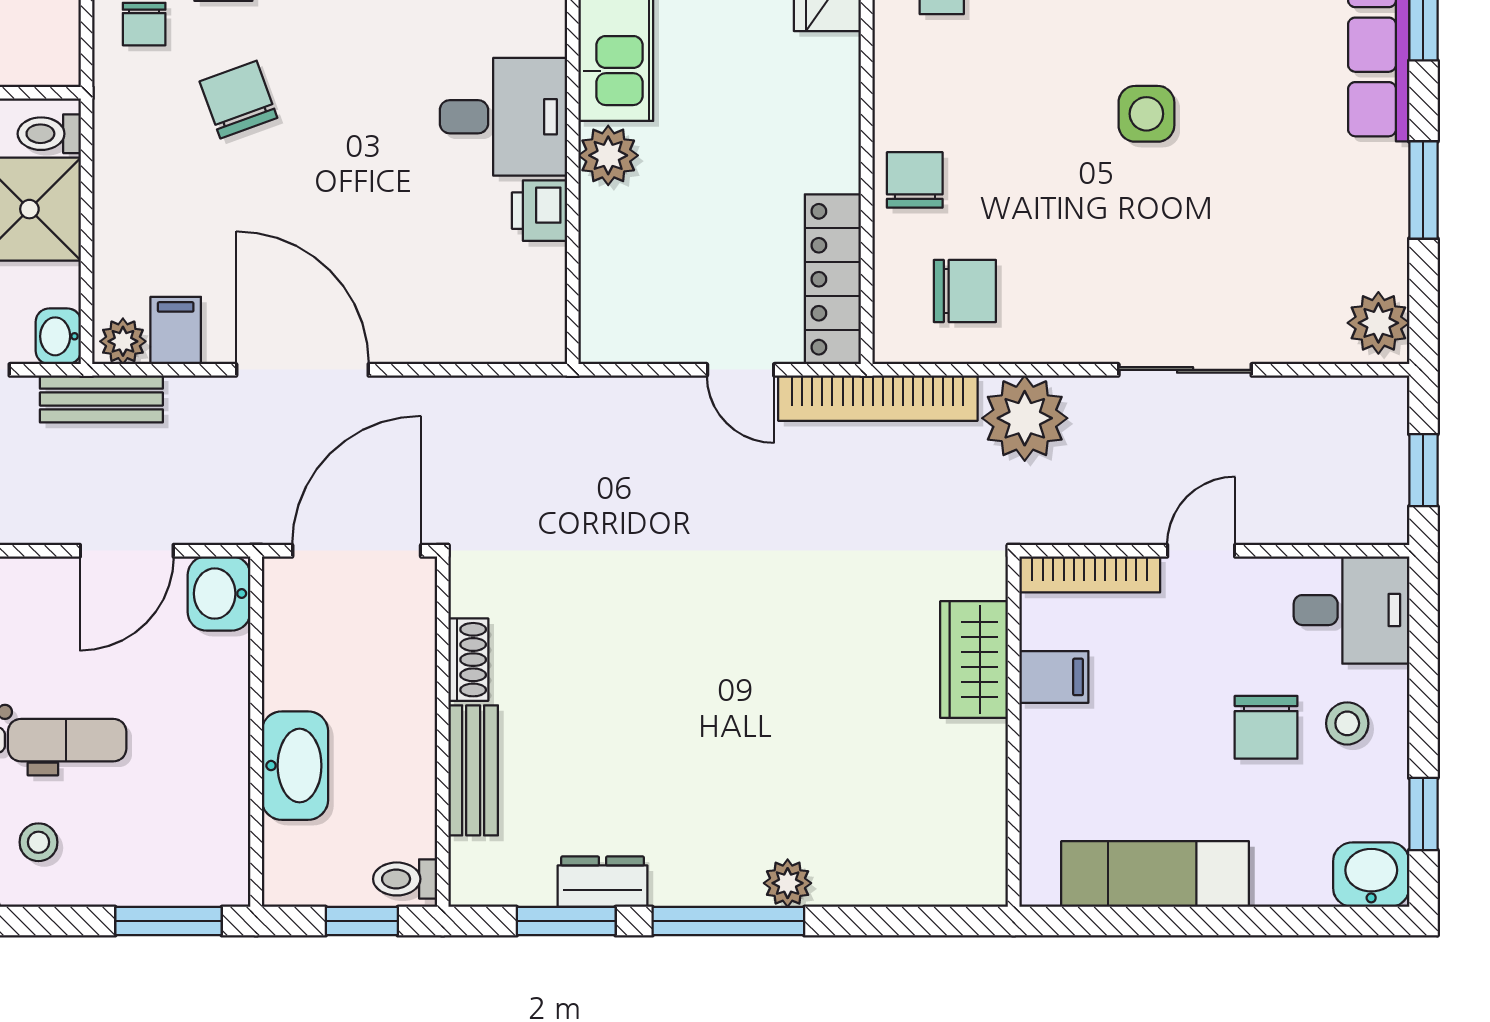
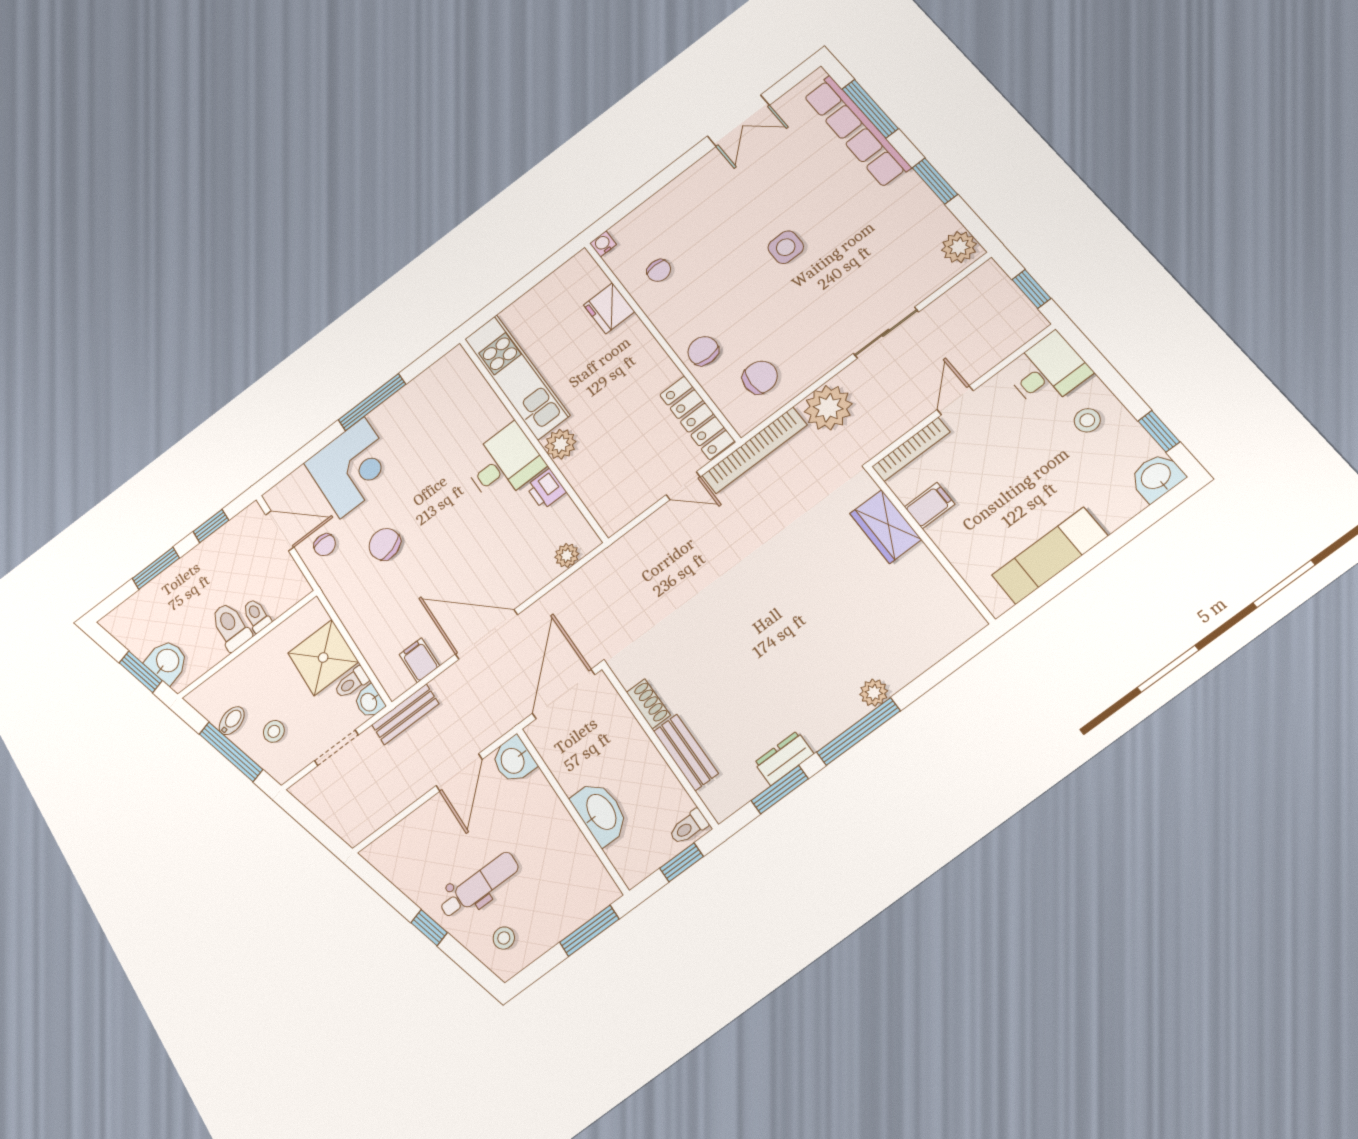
toilet: (49, 134) -> (351, 683), moved
plant: (123, 341) -> (567, 555), moved
chair: (1266, 727) -> (1049, 451), removed

